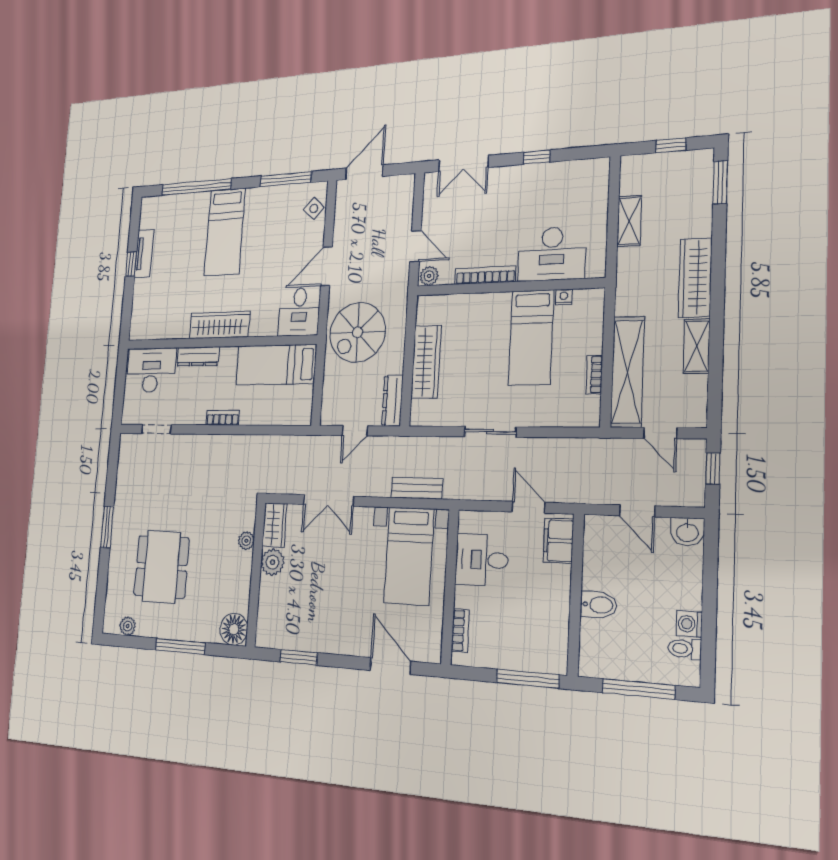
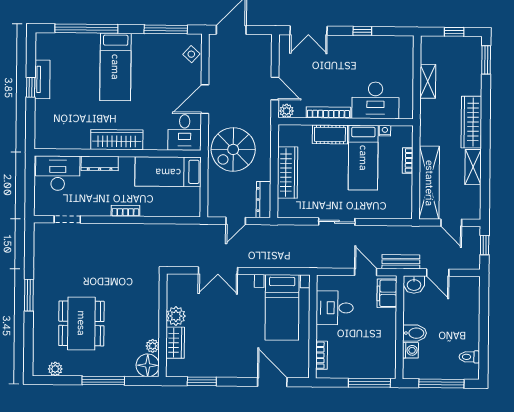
cot: (486, 306) -> (330, 134), added
bookcase: (594, 375) -> (408, 160), moved
bench: (417, 488) -> (401, 262), moved
wardrobe: (275, 525) -> (175, 343), moved
washbasin: (687, 532) -> (414, 285), moved
plant: (246, 541) -> (153, 346), moved
washing machine: (689, 624) -> (410, 350), moved, turned 180

